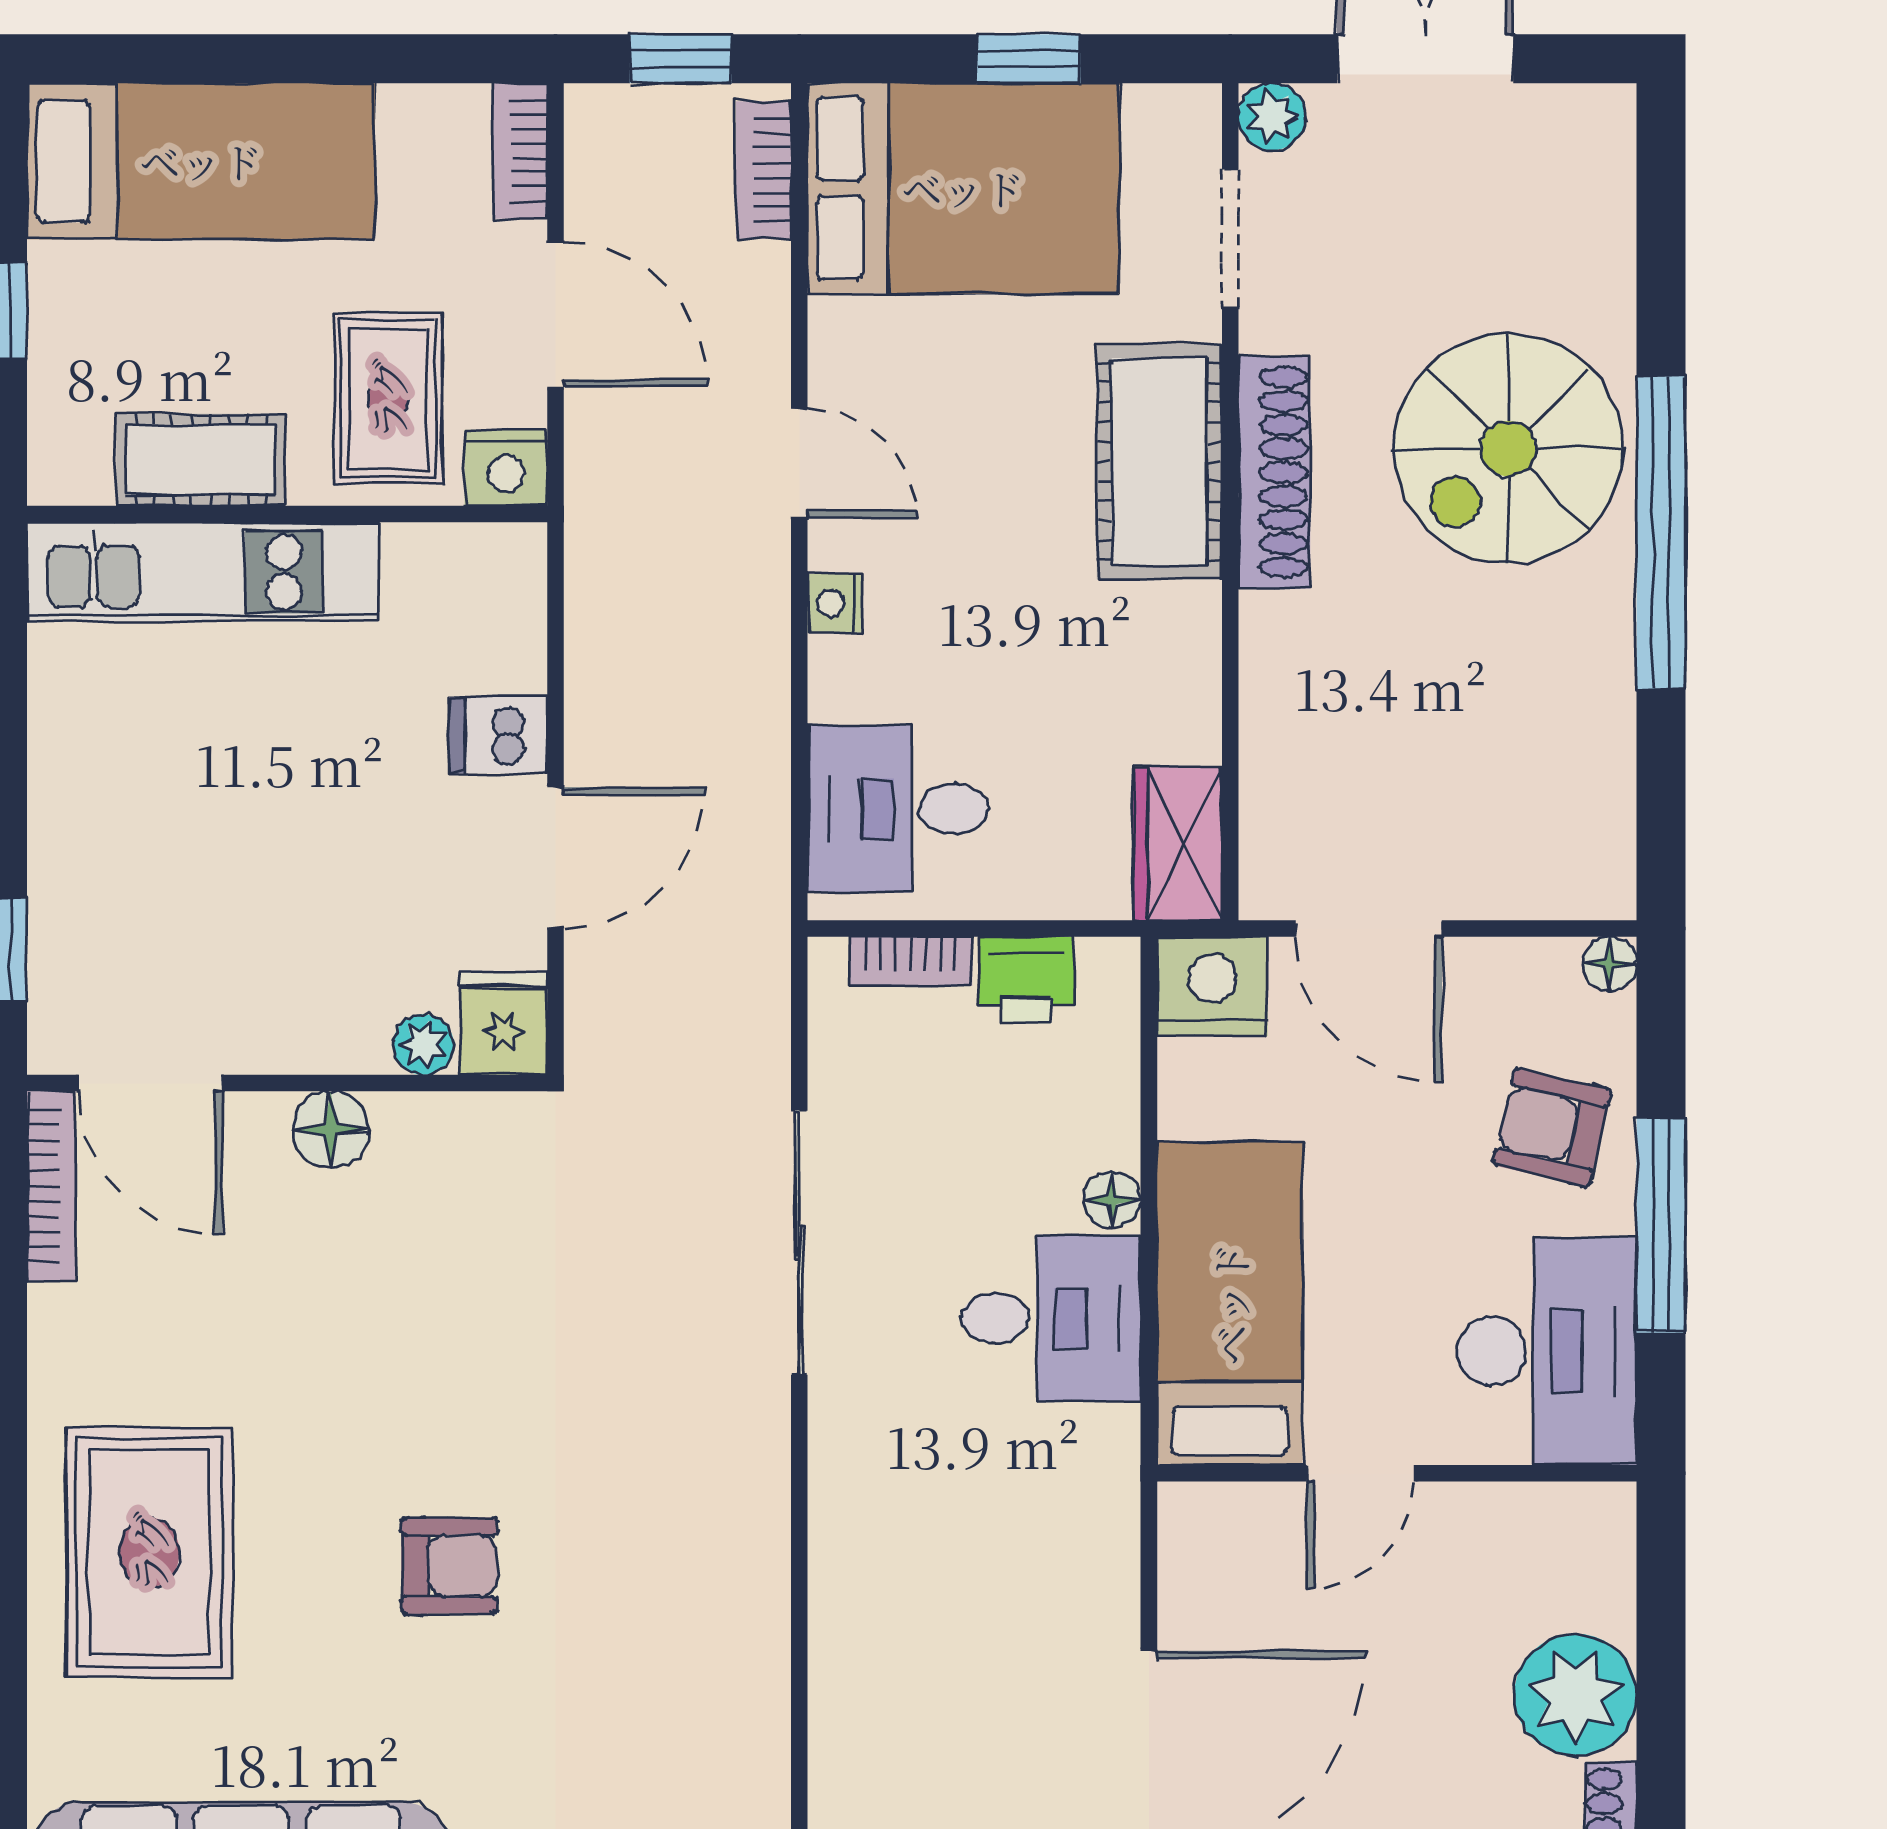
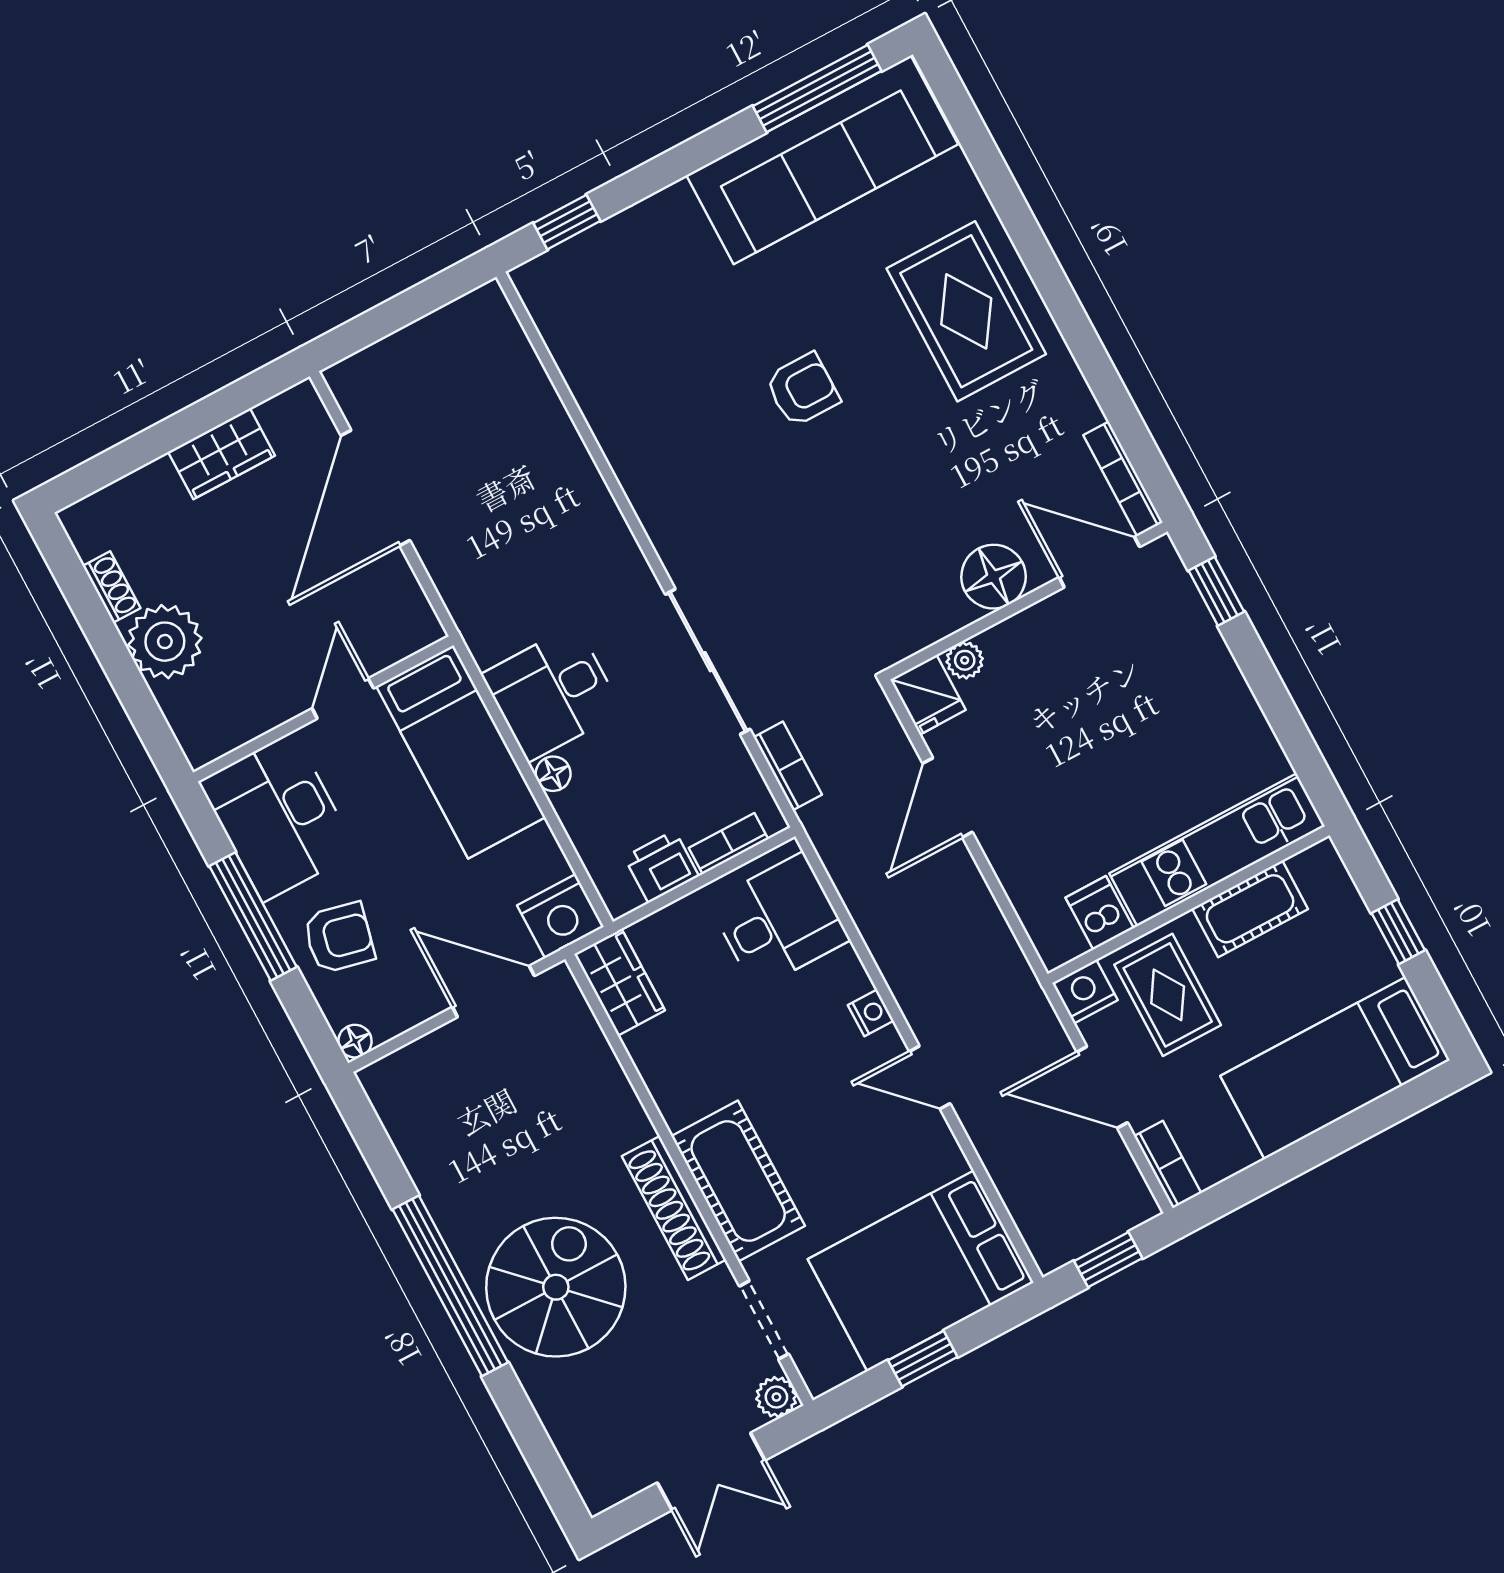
bookcase: (764, 170) -> (788, 766), moved
dishwasher: (498, 735) -> (1100, 913), moved, turned -90
floor lamp: (331, 1130) -> (994, 577), width x1.38, depth x1.38
armchair: (449, 1566) -> (803, 390), turned 180

